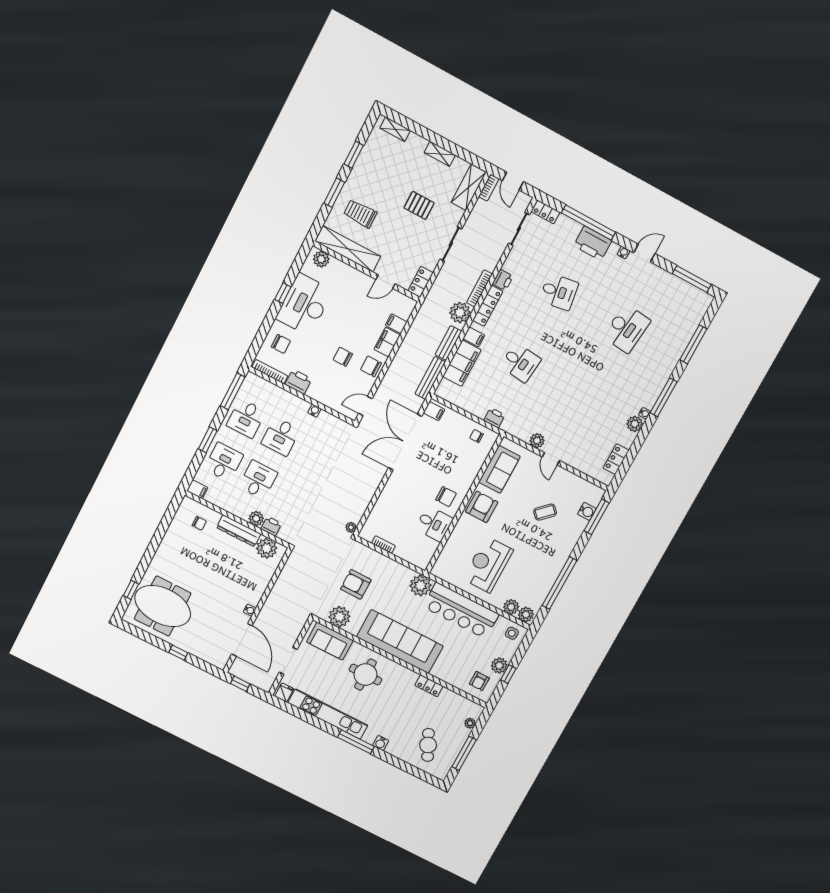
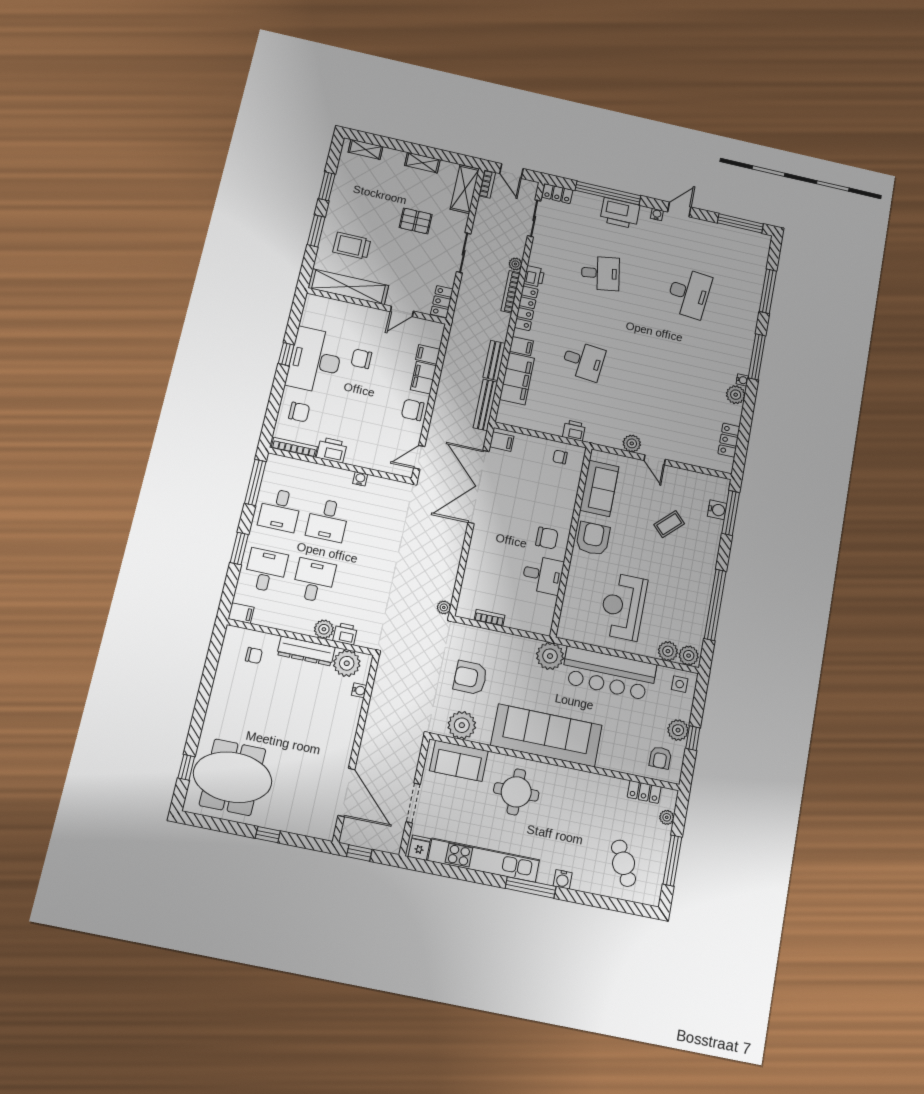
plant: (321, 259) -> (321, 305), removed
plant: (460, 313) -> (515, 264), moved, width x0.53, depth x0.53
chair: (343, 357) -> (361, 359), moved
water cooler: (250, 610) -> (359, 690), moved
locker: (429, 686) -> (644, 792), moved

